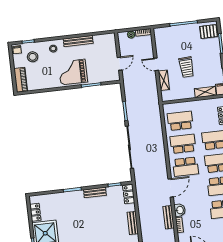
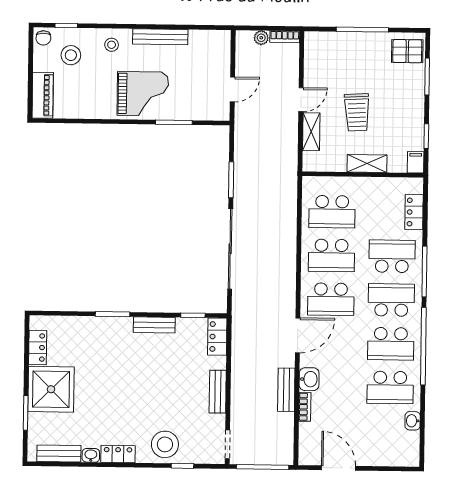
door: (156, 64) -> (301, 100), swing flipped
grand piano: (73, 72) -> (143, 94), turned 180
shelving: (205, 92) -> (367, 163), moved
school desk: (180, 121) -> (332, 212), turned 180
school desk: (183, 144) -> (331, 255), turned 180

